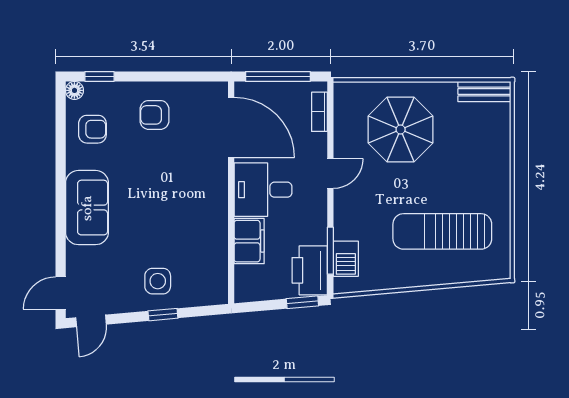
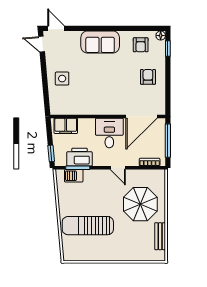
bench: (484, 92) -> (160, 236), moved
sun lounger: (442, 231) -> (88, 226), turned -90
filing cabinet: (249, 241) -> (66, 126), moved
printer: (310, 270) -> (80, 157), moved
window: (163, 315) -> (45, 81), removed

